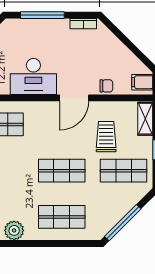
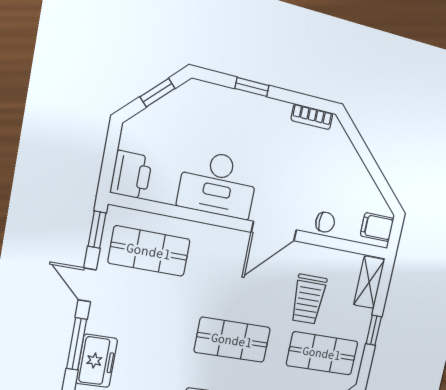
window: (42, 15) -> (252, 87), width x0.46
trolley: (106, 137) -> (308, 299), turned 180

